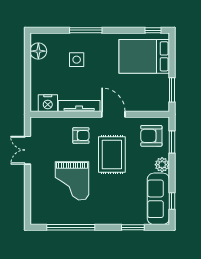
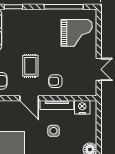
side table: (77, 60) -> (54, 131), moved
rug: (112, 154) -> (30, 66), width x0.73, depth x0.70
grand piano: (72, 181) -> (77, 33), moved, turned 90

